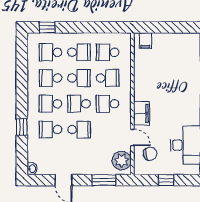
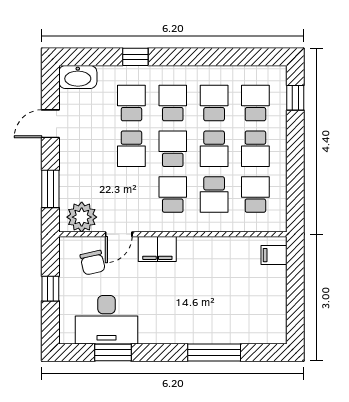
washbasin: (32, 169) -> (78, 77), width x1.91, depth x1.45

